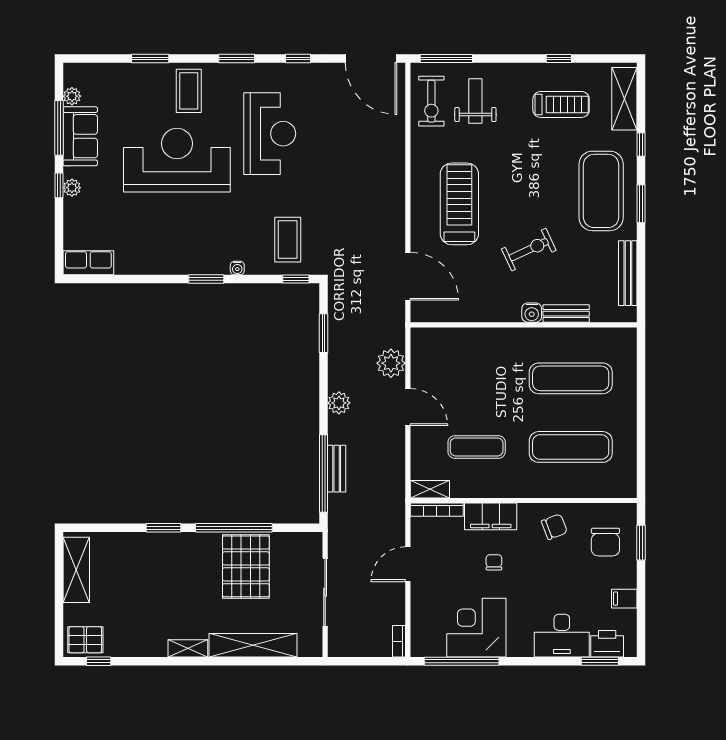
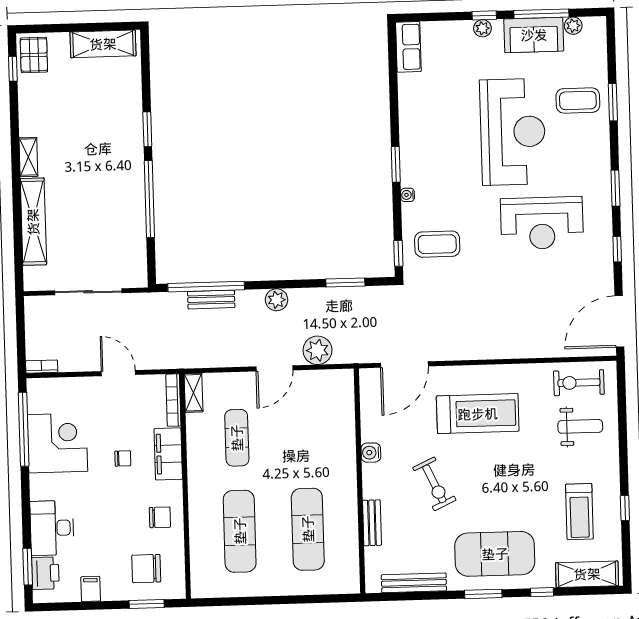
window: (446, 59) -> (622, 396), removed
coffee table: (189, 91) -> (578, 100), moved
water cooler: (532, 313) -> (371, 453), moved
chair: (554, 527) -> (160, 517), turned -69
pallet: (246, 566) -> (111, 212), removed

